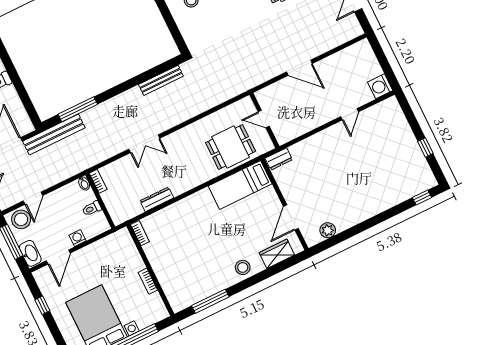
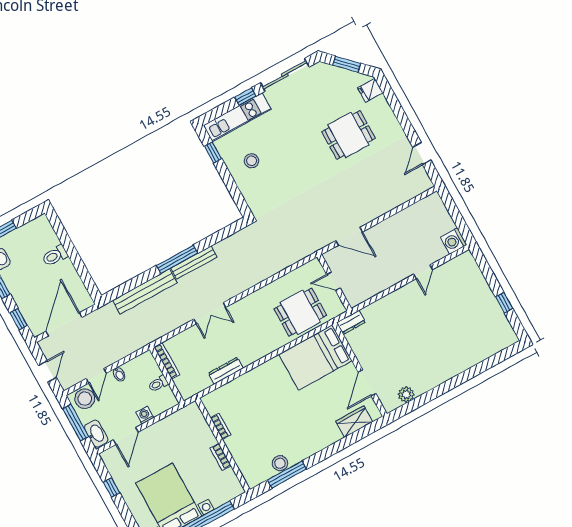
door: (299, 68) -> (349, 236), moved
bench: (161, 80) -> (194, 263), moved
window: (78, 109) -> (177, 259), moved
bench: (54, 134) -> (145, 292), moved
bookcase: (98, 181) -> (167, 361), width x1.56
bidet: (84, 184) -> (119, 374), moved
bed: (240, 185) -> (315, 357), width x1.50
window: (422, 197) -> (503, 355), removed
bookcase: (140, 233) -> (221, 426), moved
stool: (243, 267) -> (280, 463), moved

